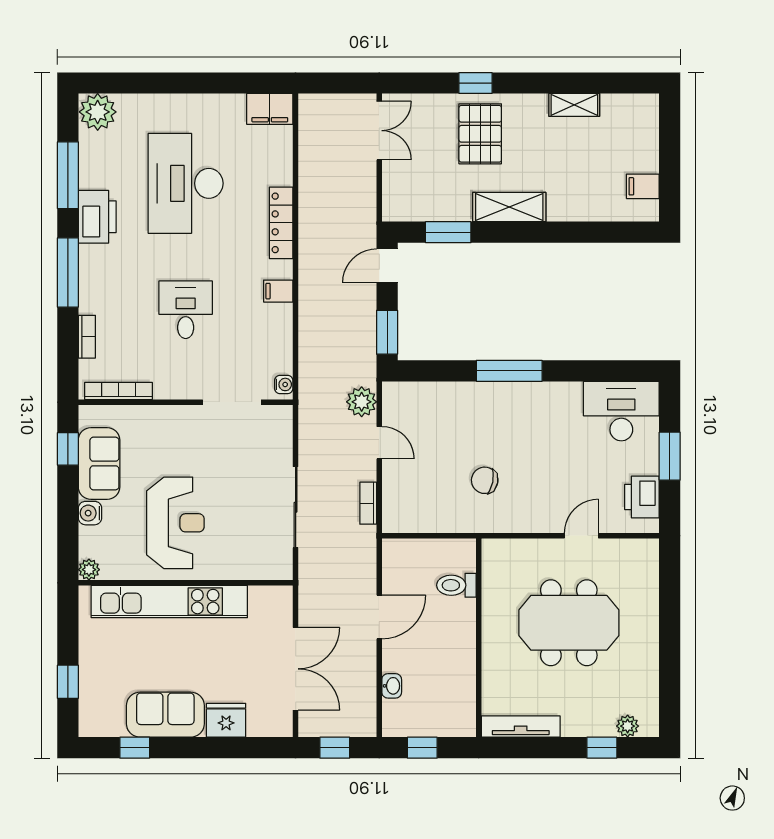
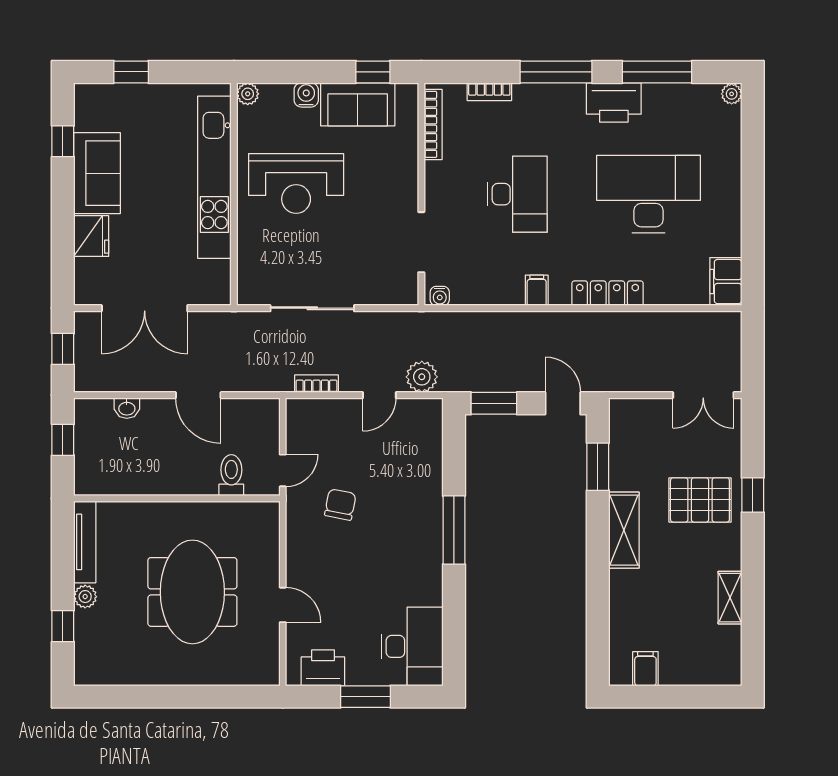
plant: (98, 112) -> (732, 94), width x0.53, depth x0.53
desk: (186, 310) -> (517, 194), width x1.37
door: (452, 536) -> (283, 470), added
plant: (628, 726) -> (85, 597), moved

